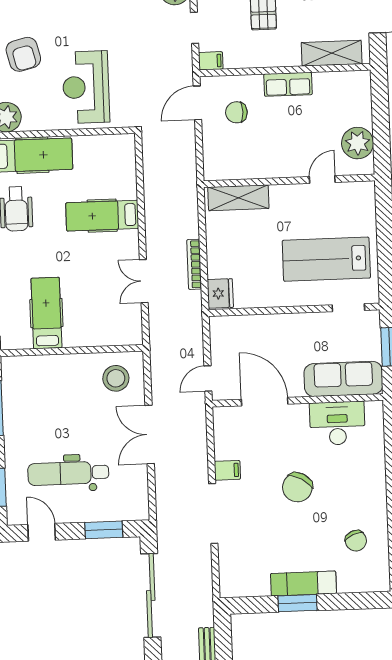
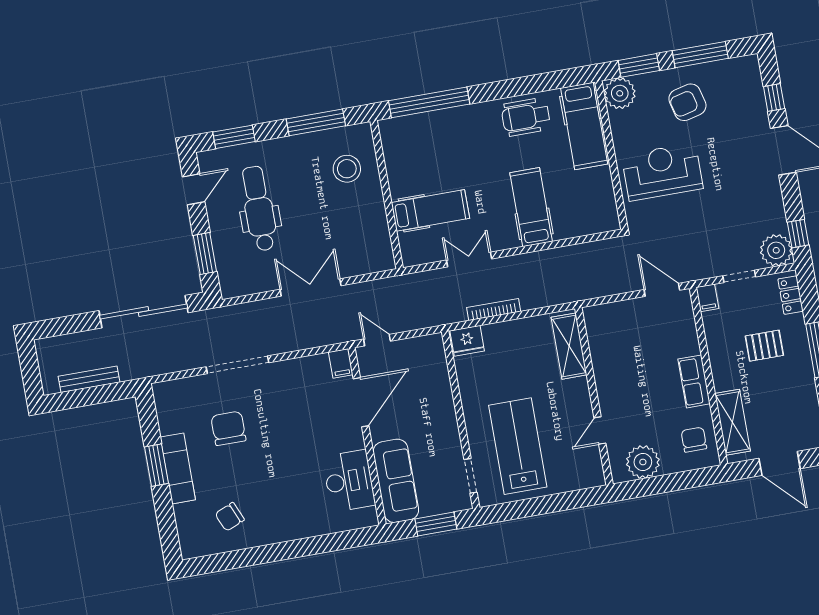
chair: (236, 112) -> (694, 440), moved
door: (322, 180) -> (600, 430), swing flipped
hospital bed: (46, 313) -> (430, 210), moved
stool: (116, 378) -> (347, 169), moved
filing cabinet: (227, 470) -> (341, 363), moved
chair: (297, 487) -> (228, 428), moved, turned 60

